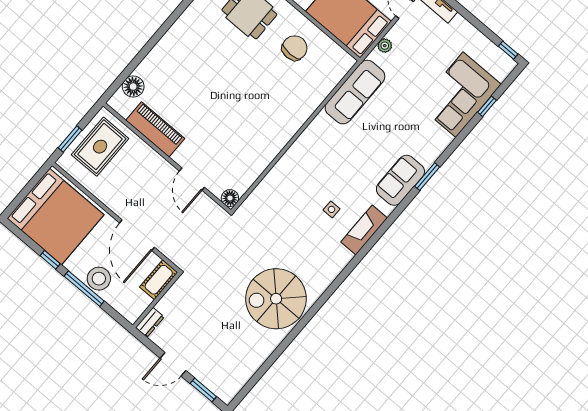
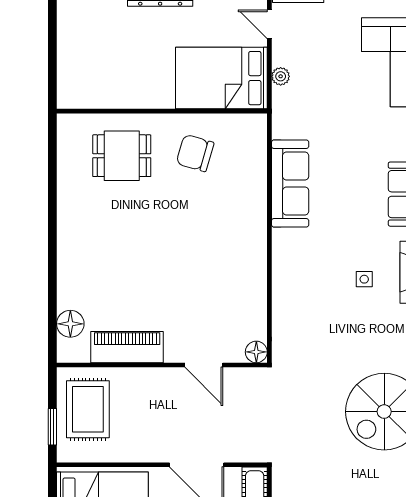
chair: (295, 48) -> (195, 153), turned -74
sofa: (355, 92) -> (290, 184), moved

